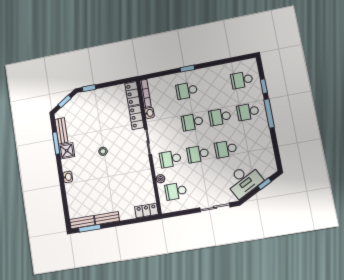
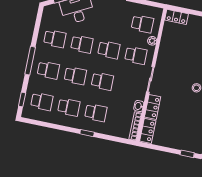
school desk: (214, 85) -> (69, 107), added
window: (264, 86) -> (22, 100), moved
school desk: (254, 144) -> (55, 39), added

